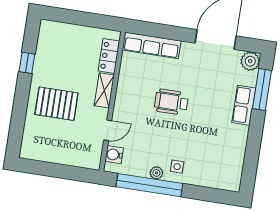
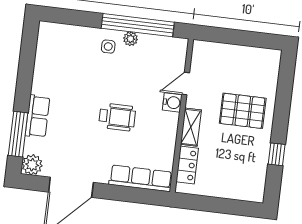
water cooler: (114, 155) -> (172, 102), moved

